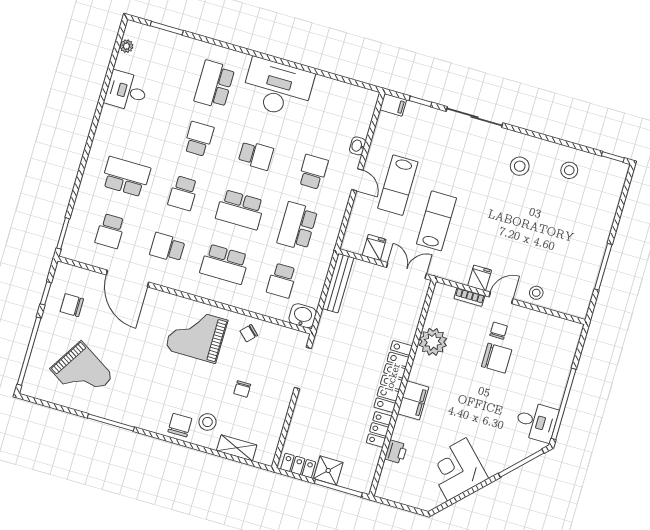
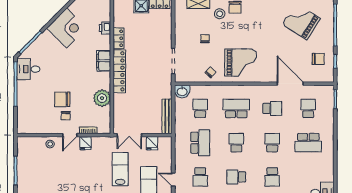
school desk: (240, 210) -> (236, 143), width x0.54
lab bench: (436, 221) -> (120, 169), turned 180

